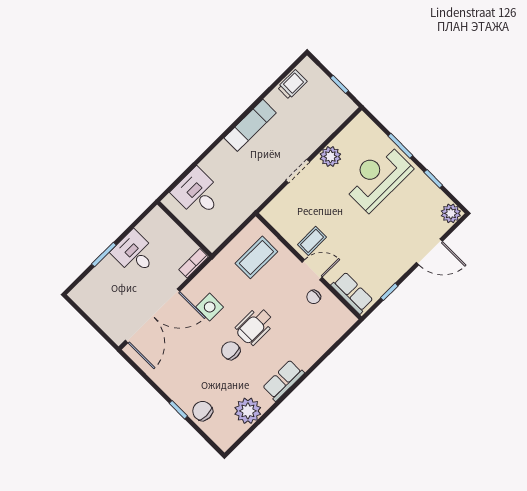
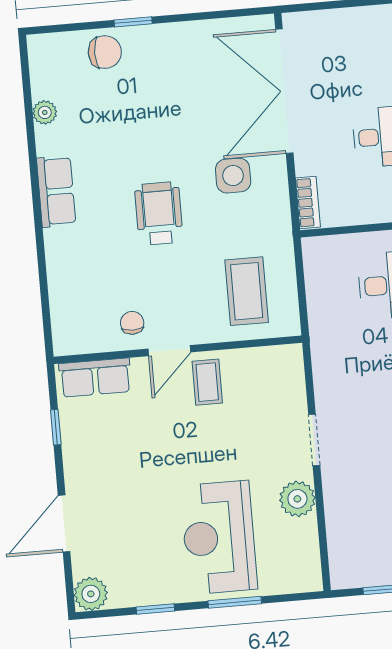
reception desk: (377, 177) -> (219, 537), turned 180
chair: (231, 351) -> (153, 155), removed
plant: (248, 411) -> (45, 112), width x0.53, depth x0.53

